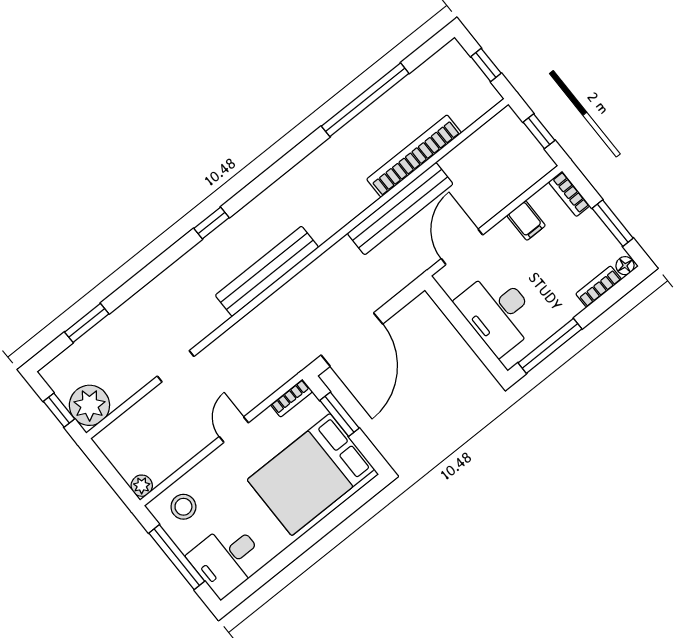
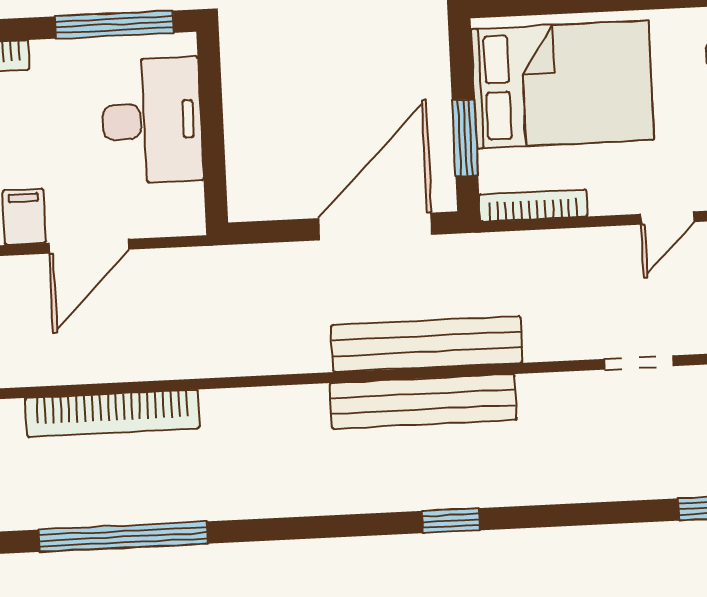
bench: (400, 209) -> (427, 344), moved
door: (462, 247) -> (89, 246), moved
bookcase: (291, 398) -> (533, 205), width x1.56
door: (234, 430) -> (667, 218), moved

